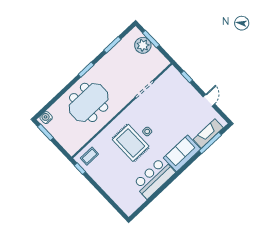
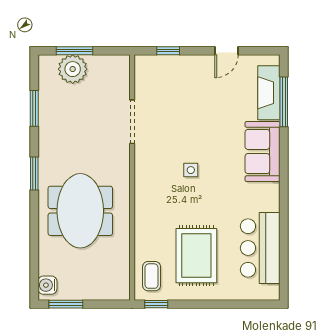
door: (209, 100) -> (226, 51), swing flipped
rug: (131, 143) -> (196, 256), moved, turned 90
bar counter: (154, 178) -> (260, 248), moved

